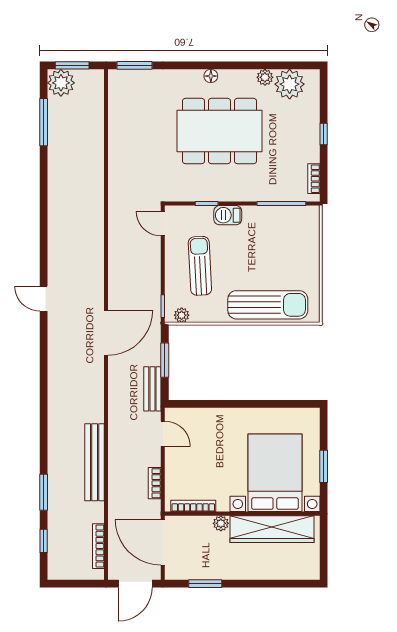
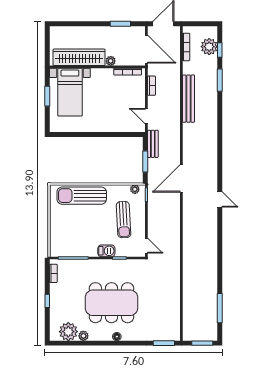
plant: (61, 83) -> (209, 47), moved
bed with nightstands: (275, 473) -> (70, 92), width x0.73

